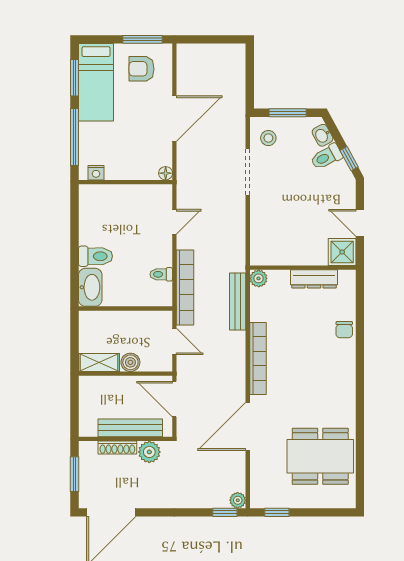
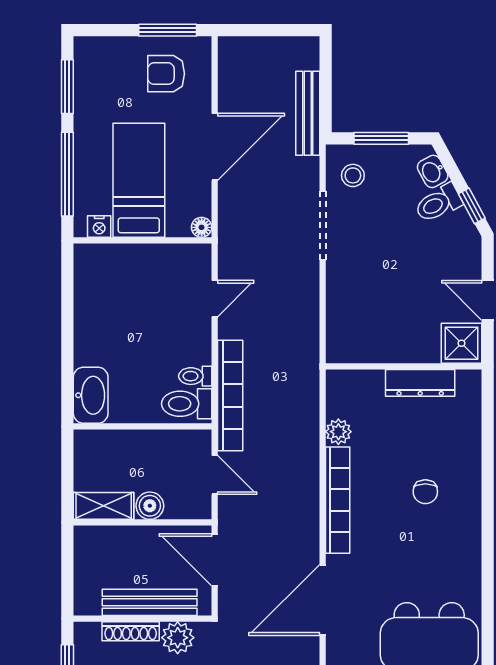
bed: (96, 82) -> (139, 180), moved, turned 180
toilet: (96, 256) -> (187, 404), moved, turned 180
plant: (259, 278) -> (338, 432), moved
bench: (238, 302) -> (308, 113), moved
chair: (344, 330) -> (425, 492), moved

